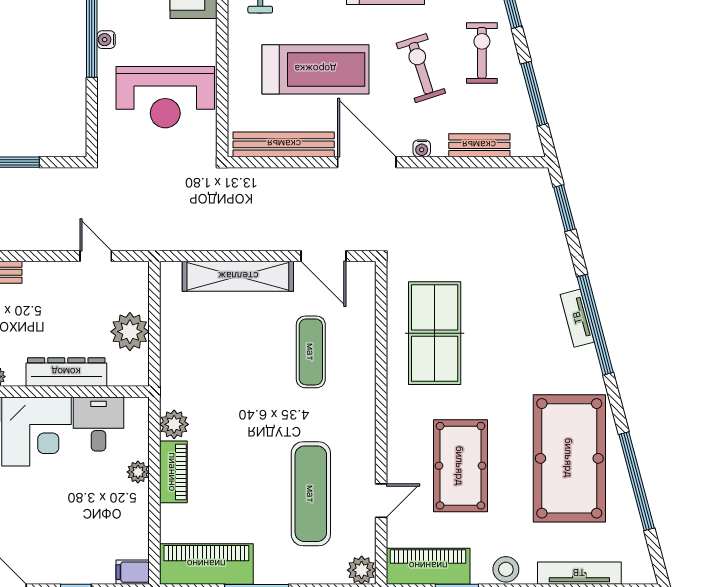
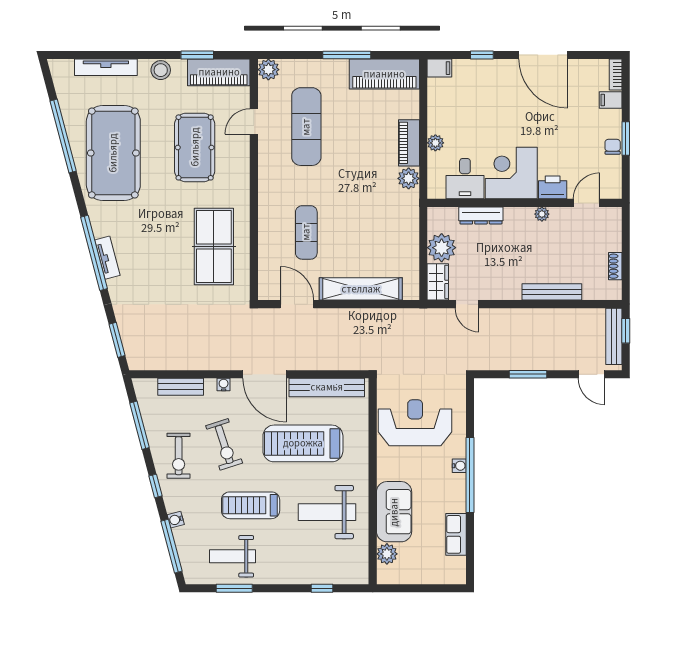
wardrobe: (135, 286) -> (438, 282), added
dresser: (66, 372) -> (481, 215), width x0.73, depth x0.80

